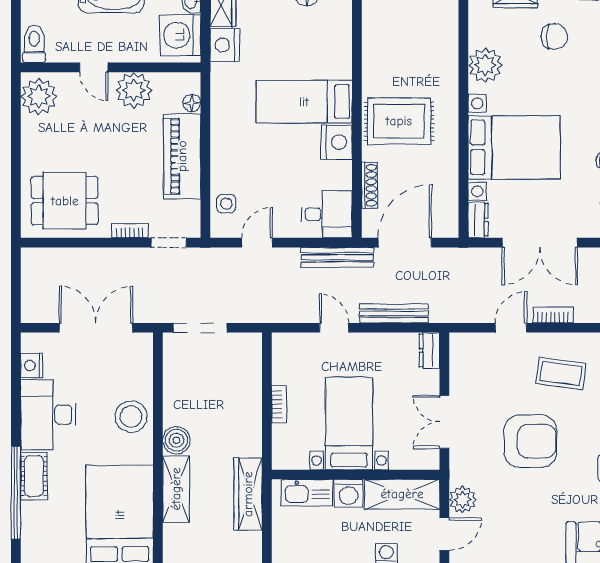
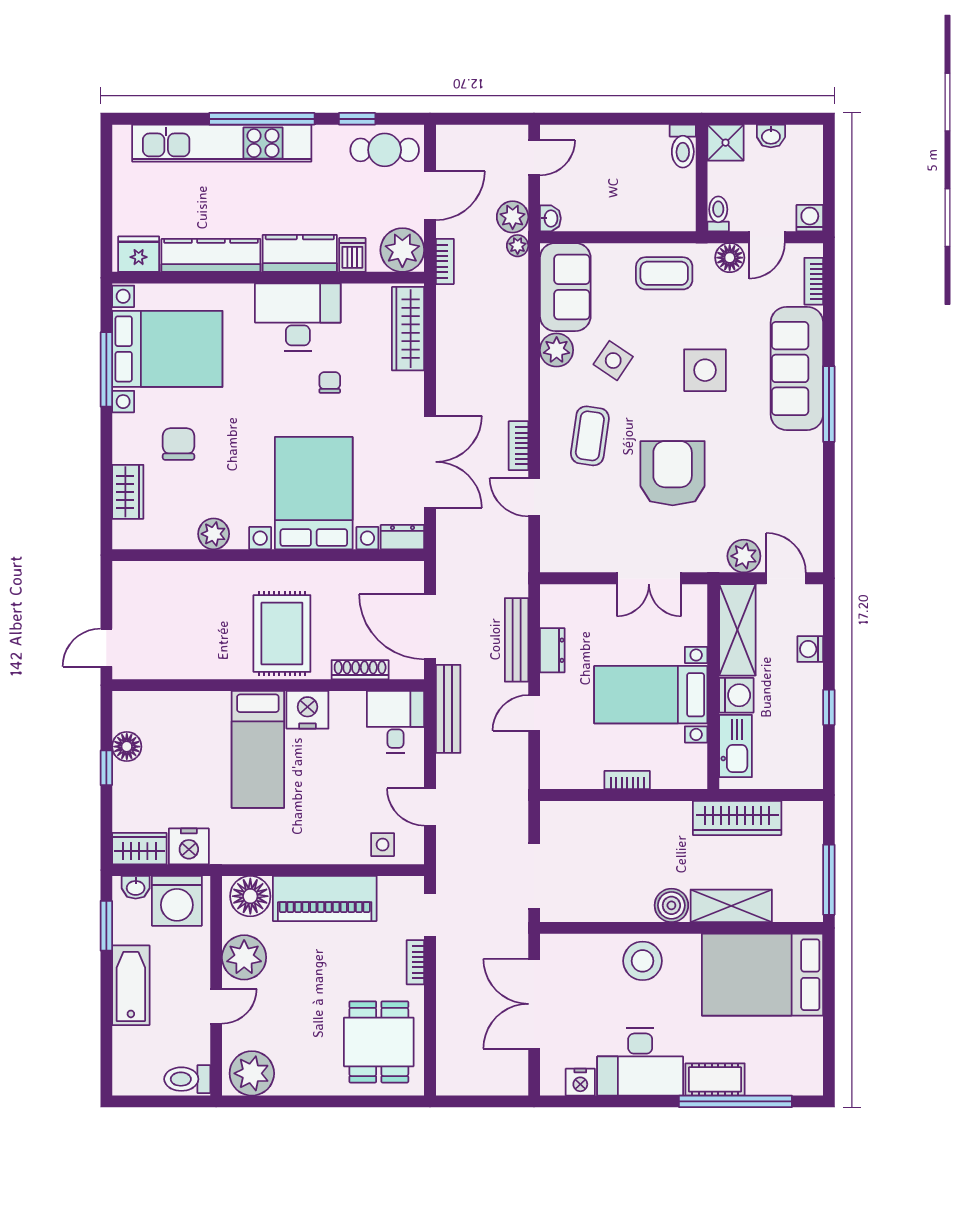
plant: (485, 65) -> (214, 534), width x0.73, depth x0.73
floor lamp: (192, 103) -> (250, 896), width x1.89, depth x1.89
dresser: (429, 351) -> (552, 650), moved, turned -90

